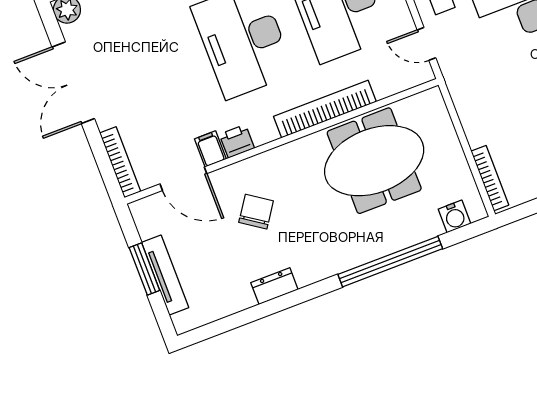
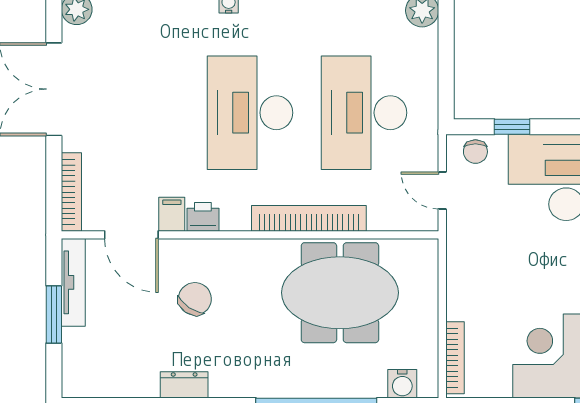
tv unit: (165, 275) -> (73, 282), moved

